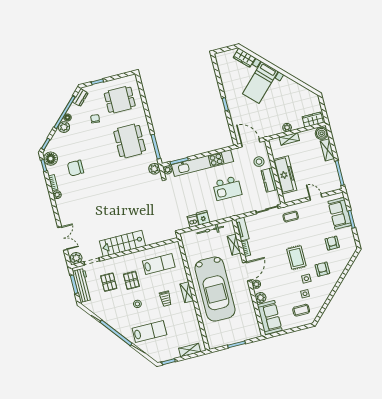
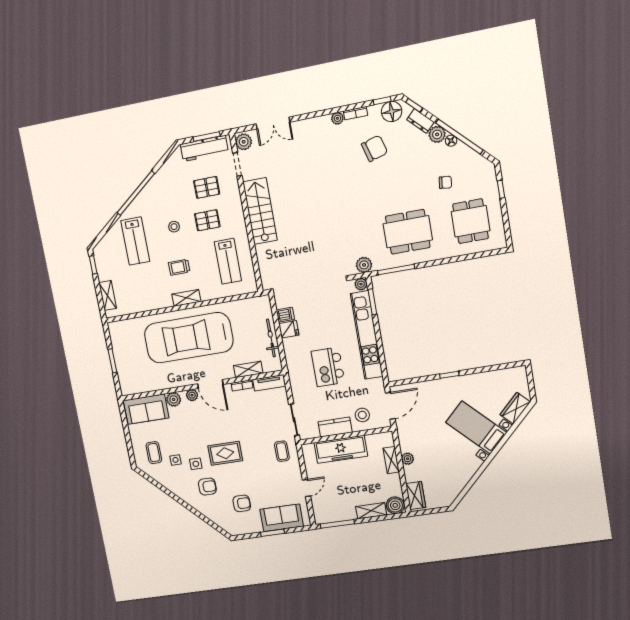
dresser: (80, 98) -> (420, 121), moved
chair: (76, 168) -> (374, 148), turned 74

